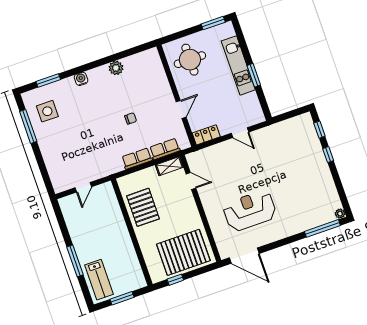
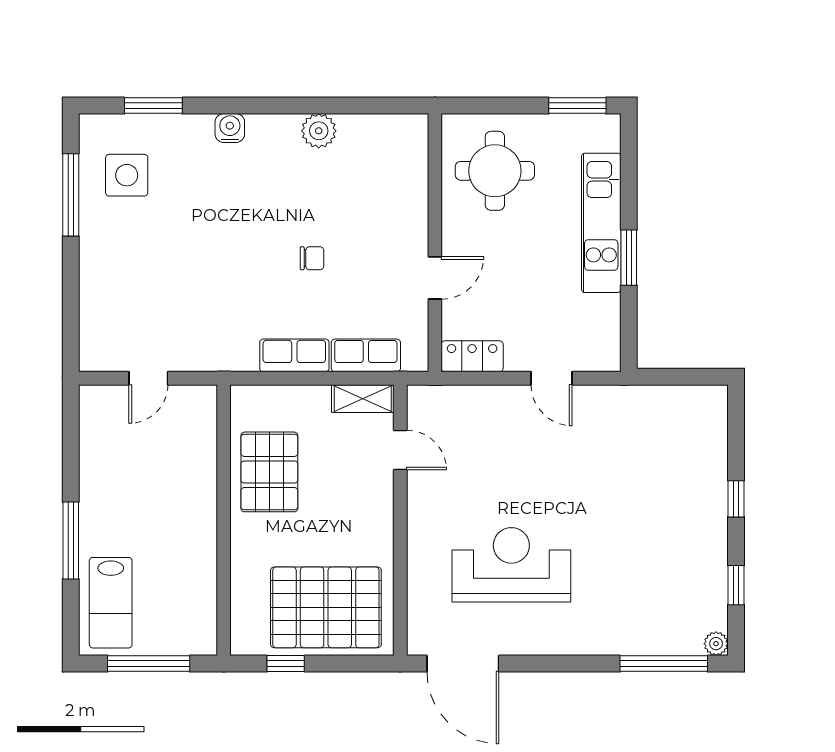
window: (319, 130) -> (736, 585), moved
window: (122, 298) -> (149, 664), width x1.44

